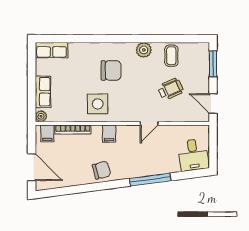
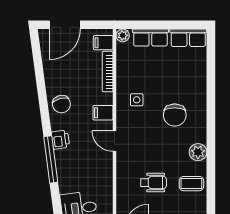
row of seats: (52, 50) -> (188, 38), moved, turned -90
wheelchair: (170, 89) -> (153, 183), turned -66
side table: (98, 104) -> (137, 100), width x0.54, depth x0.54
door: (149, 123) -> (115, 141), moved
printer: (133, 171) -> (60, 140), added

